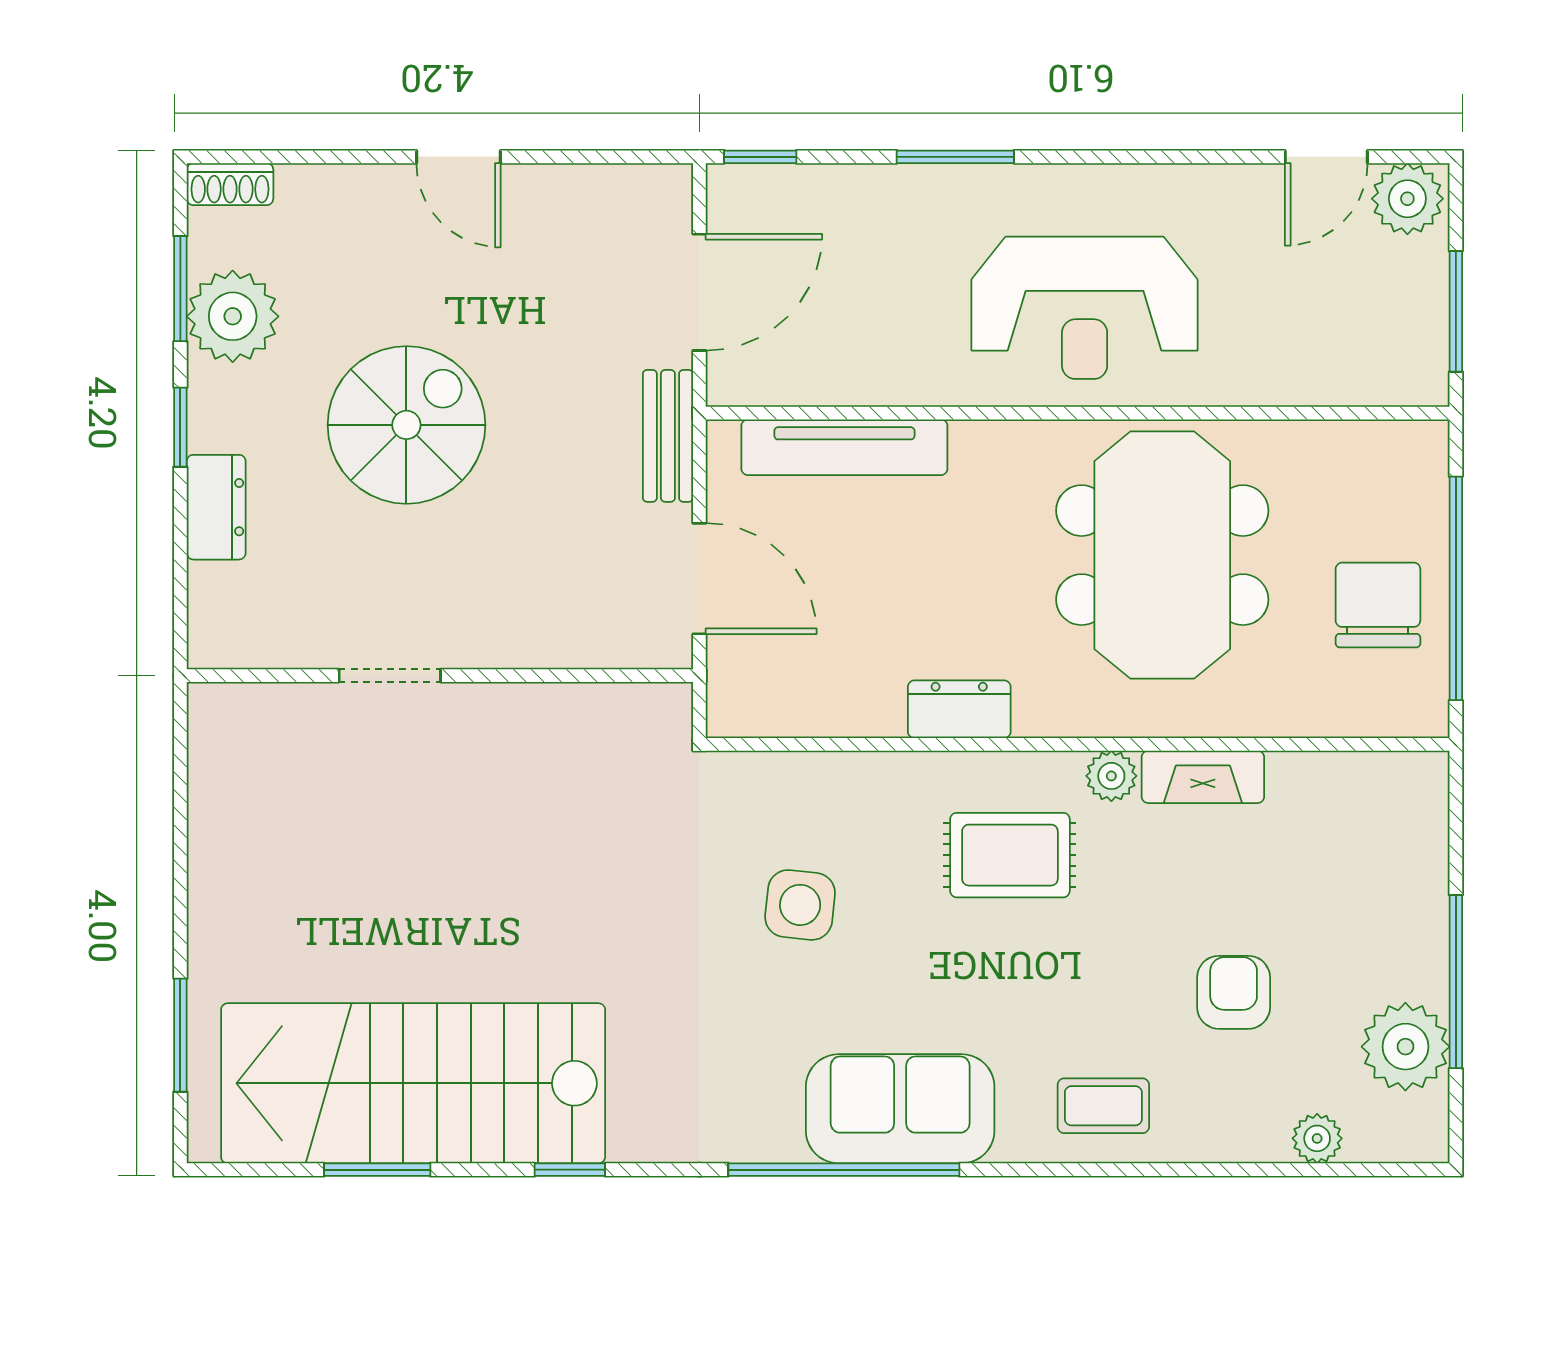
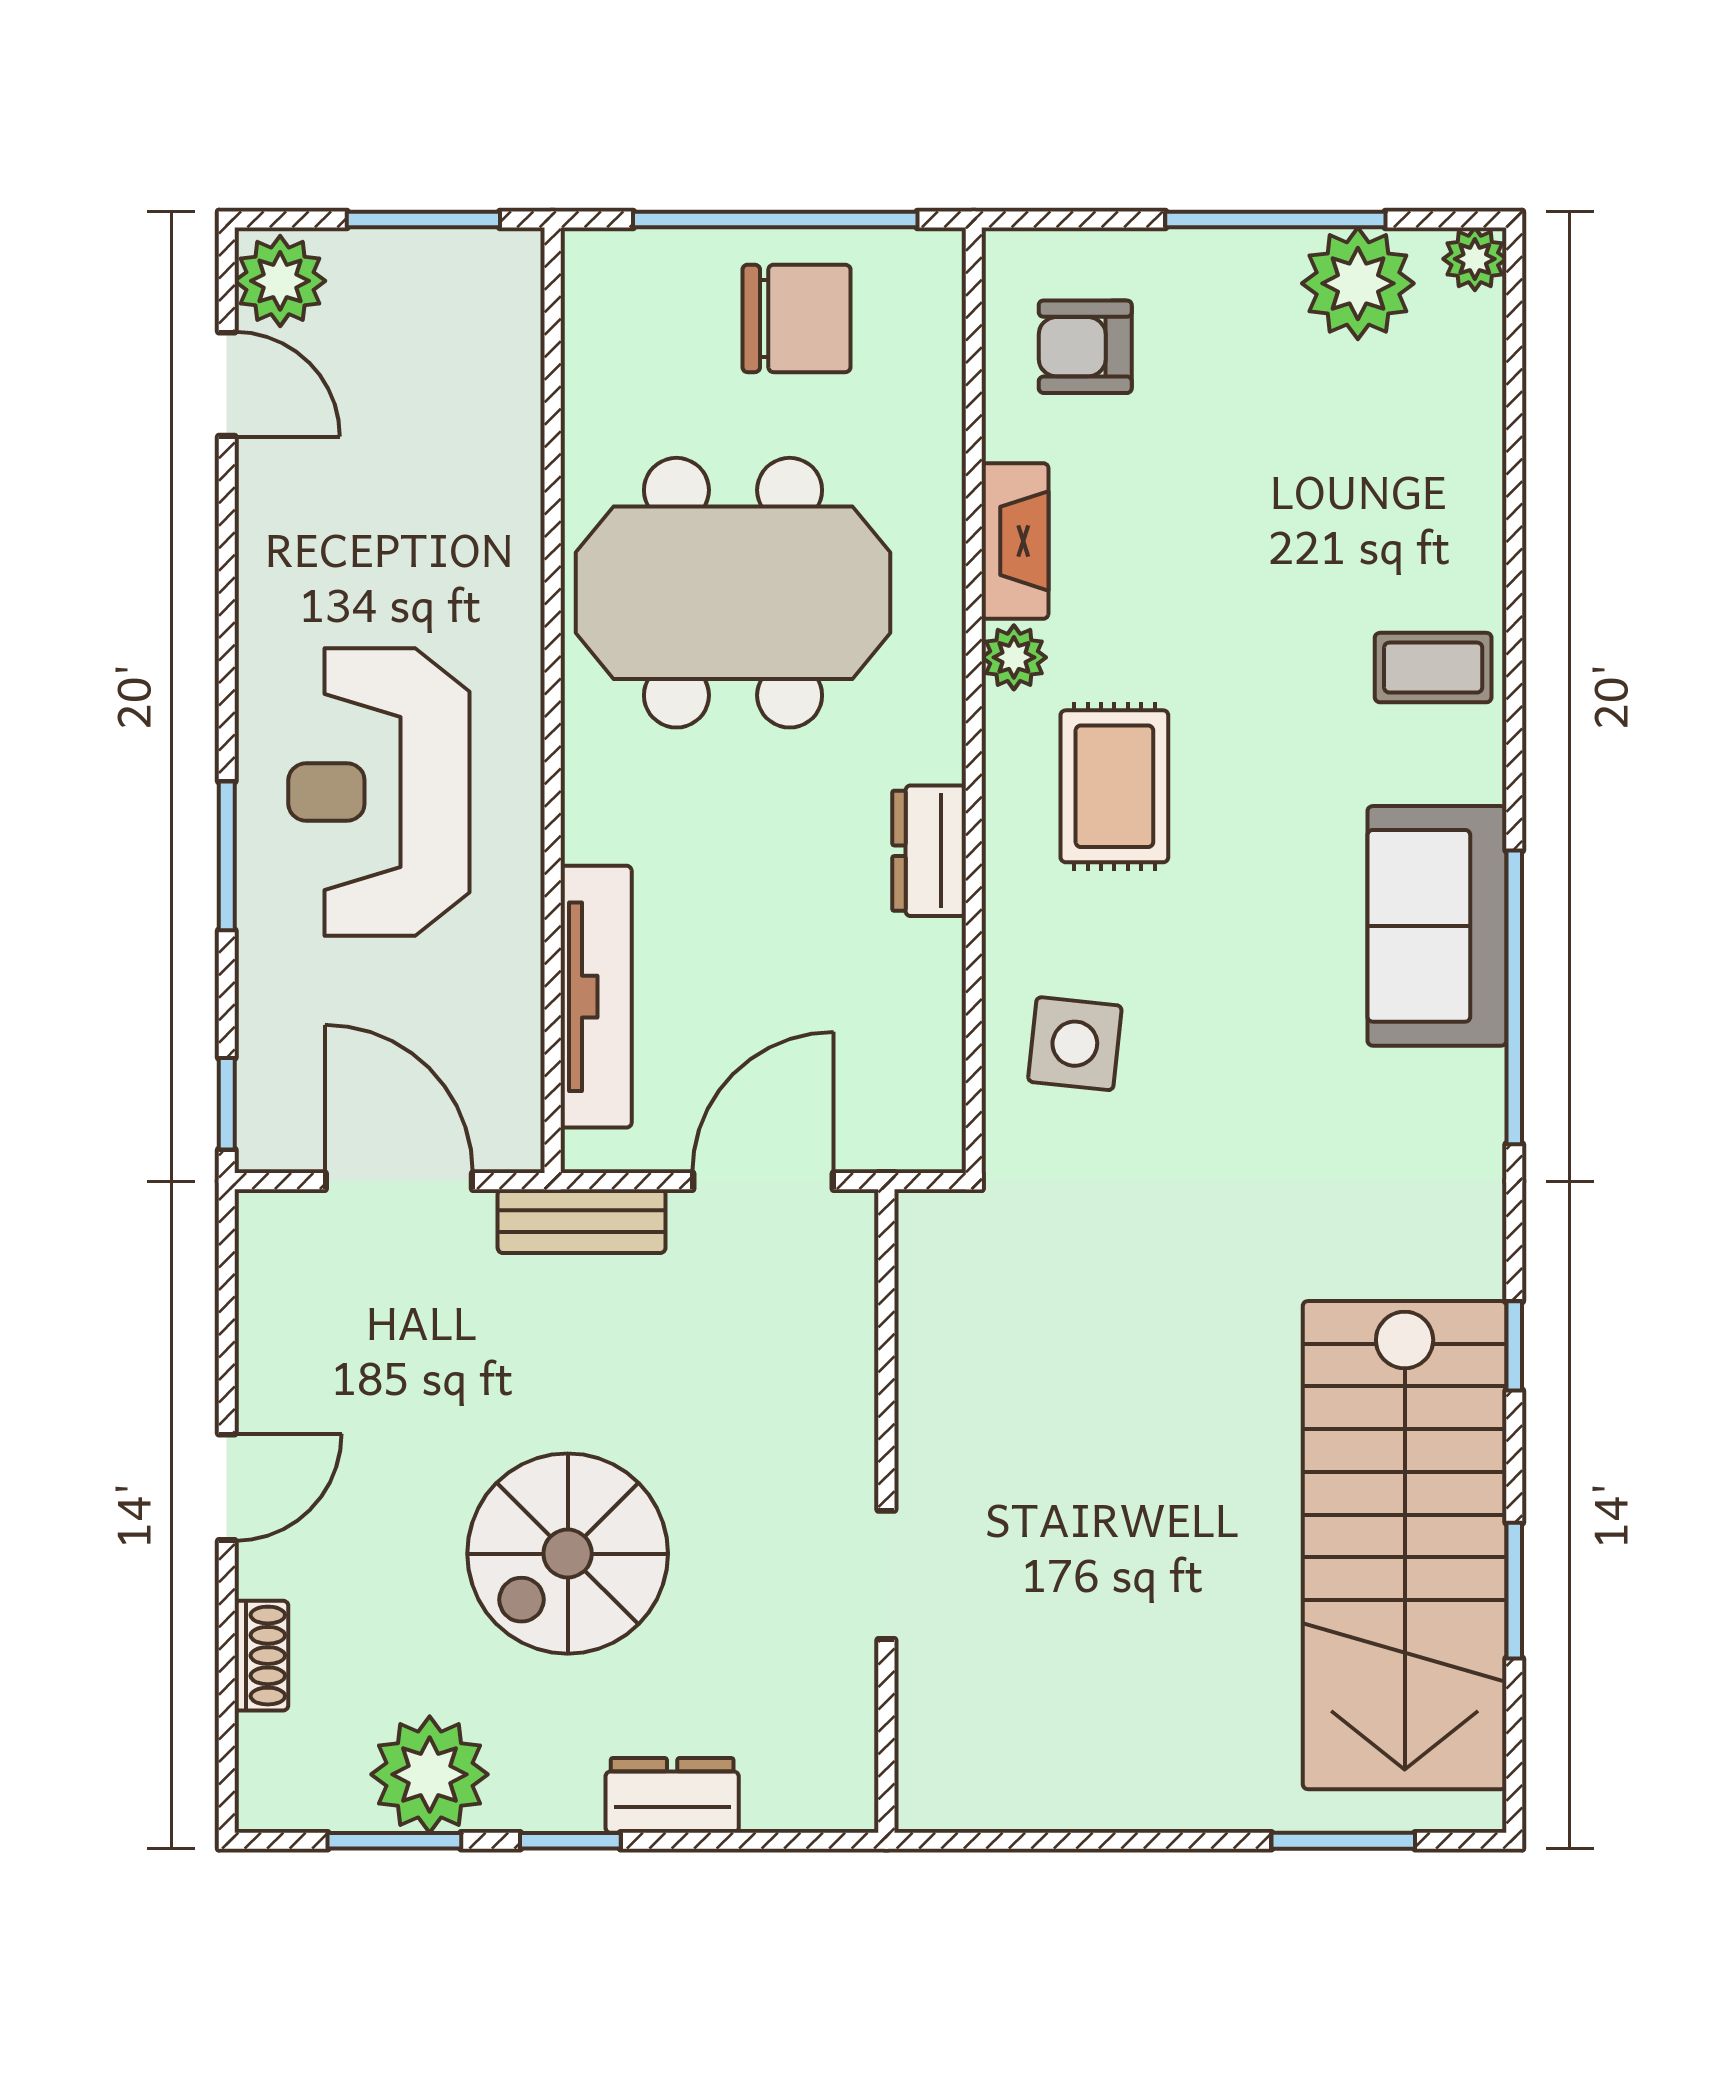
shoe rack: (230, 184) -> (261, 1656), moved
reception desk: (1085, 308) -> (379, 792), moved, turned 180
spiral stairs: (406, 425) -> (568, 1554), turned -90
chair: (1378, 605) -> (796, 318), turned 180
side table: (800, 905) -> (1075, 1044), moved
armchair: (1234, 992) -> (1085, 347), moved
coffee table: (1103, 1106) -> (1433, 668), turned 90
plant: (1317, 1138) -> (1475, 259), moved

